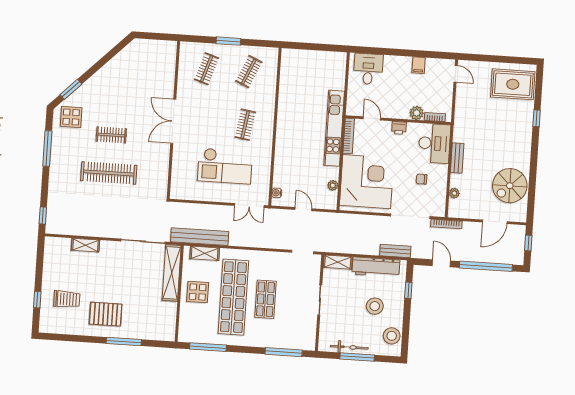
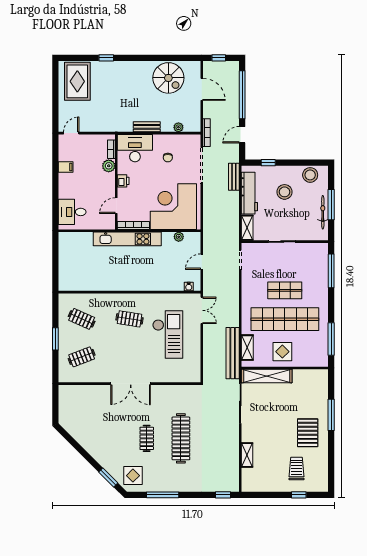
clothes rail: (207, 69) -> (82, 357), turned -39

